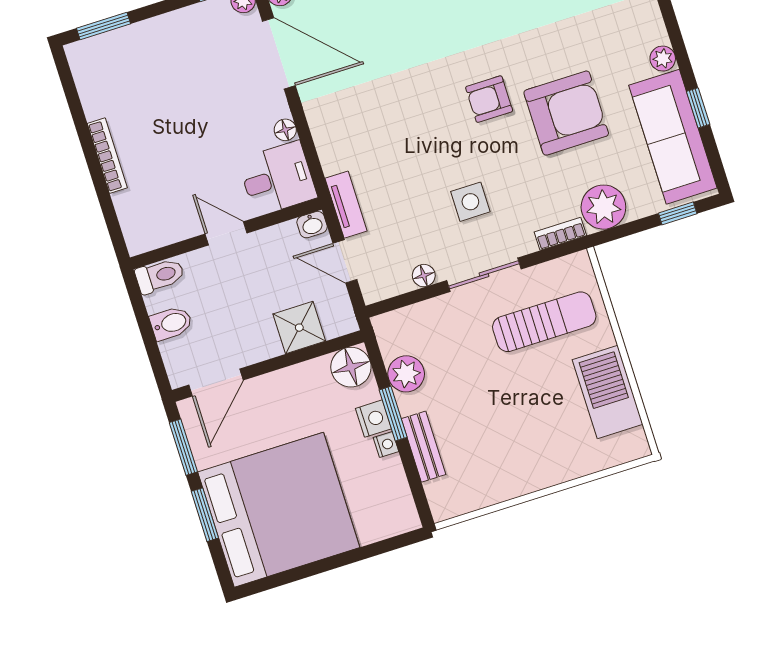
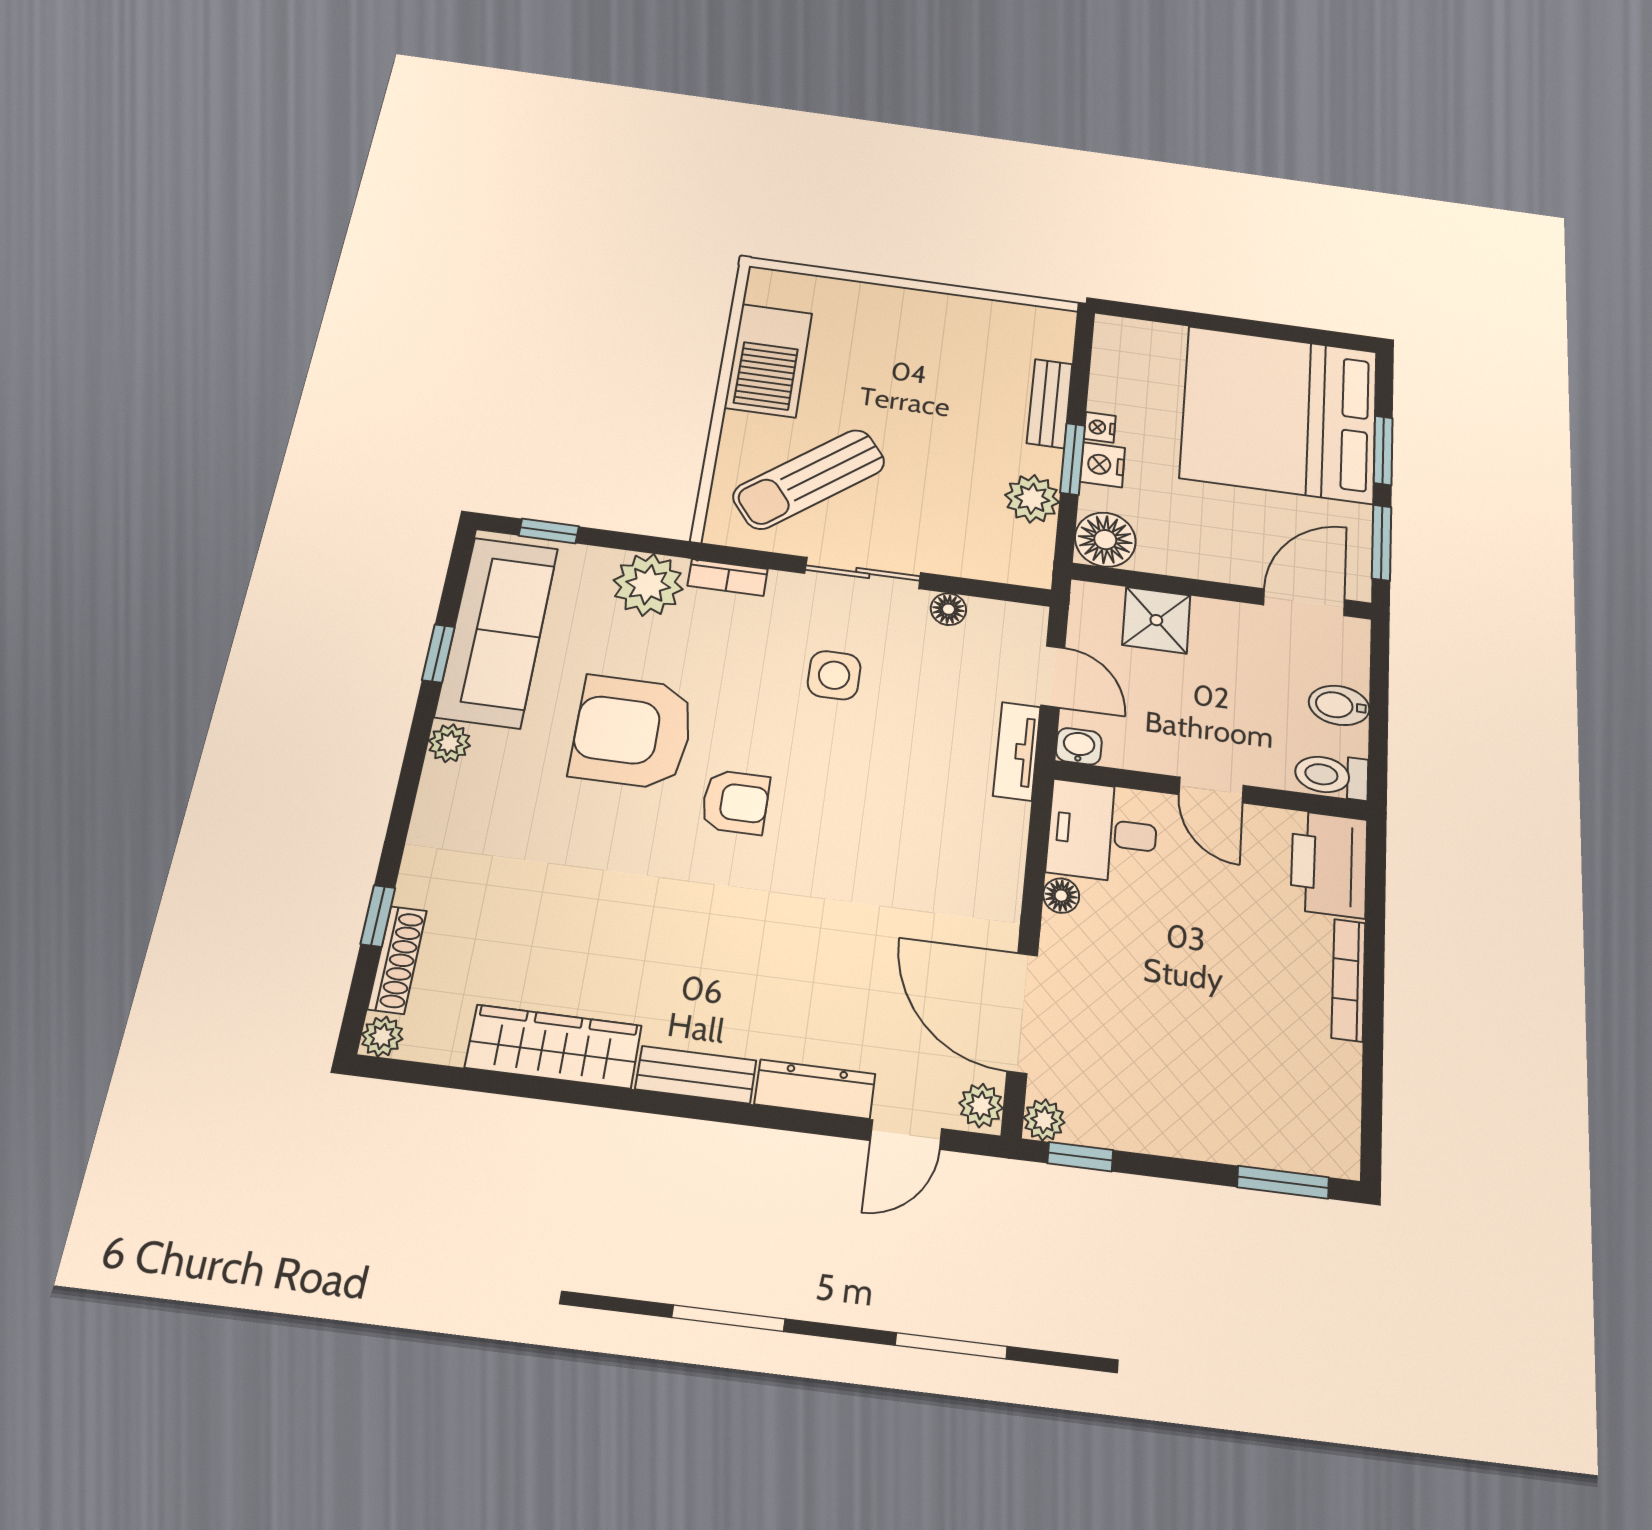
printer: (142, 220) -> (1329, 864), added
sun lounger: (544, 322) -> (809, 479), turned -38

